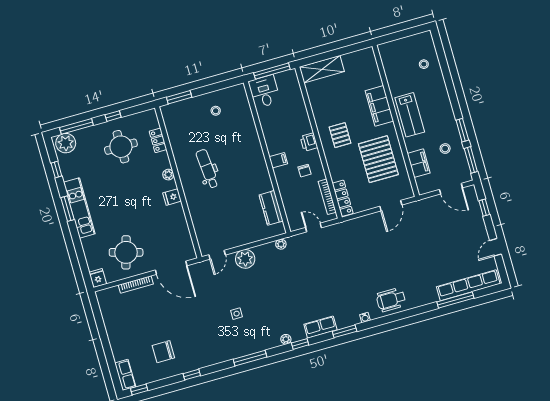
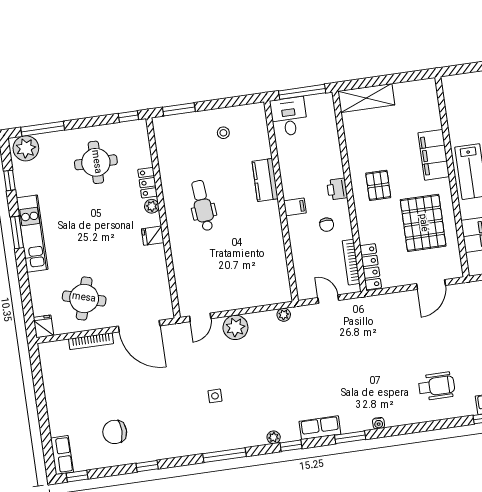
window: (113, 116) -> (128, 116), moved
locker: (158, 140) -> (148, 183), moved
kitchen counter: (271, 208) -> (265, 180), moved
wheelchair: (391, 300) -> (437, 386), moved, turned 180

